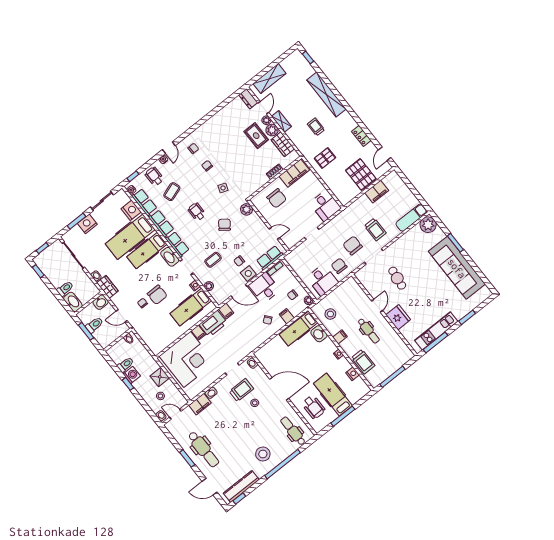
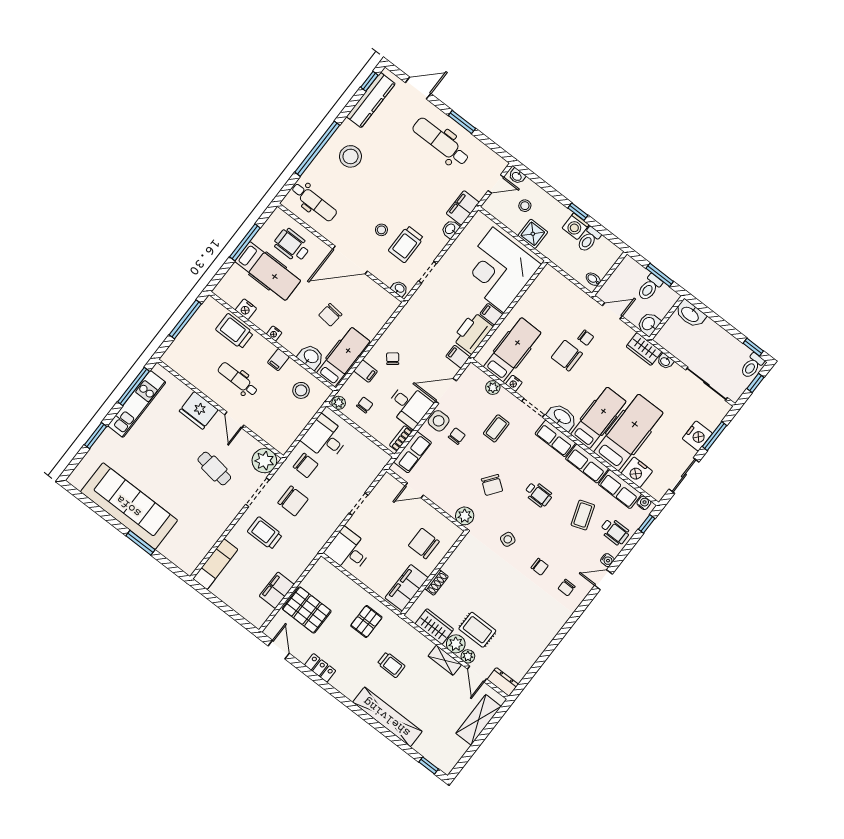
door: (169, 148) -> (603, 580), hinge flipped
plant: (428, 225) -> (264, 461), moved
toilet: (65, 289) -> (752, 366), moved
chair: (300, 357) -> (330, 315), added

